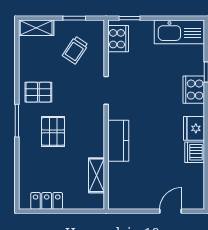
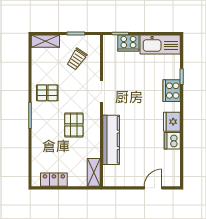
cooker: (118, 39) -> (128, 43), moved, turned 90
pallet: (53, 131) -> (74, 125), moved
kitchen counter: (118, 141) -> (111, 140), width x1.50
shelving: (97, 175) -> (94, 172), moved

